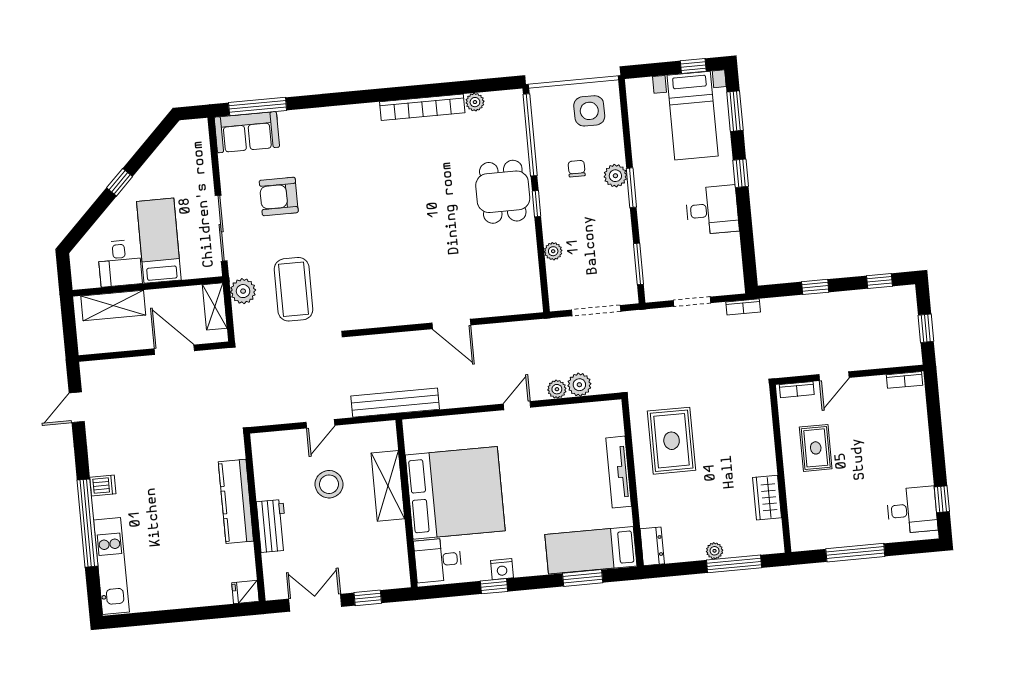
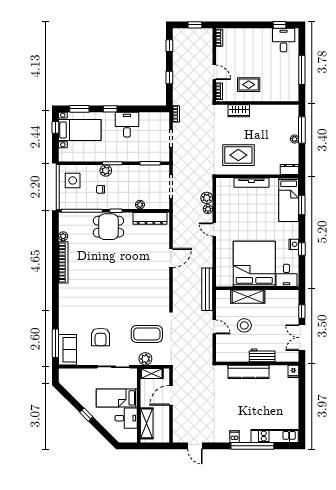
dresser: (527, 274) -> (150, 218), added
wardrobe: (767, 498) -> (239, 111), moved

